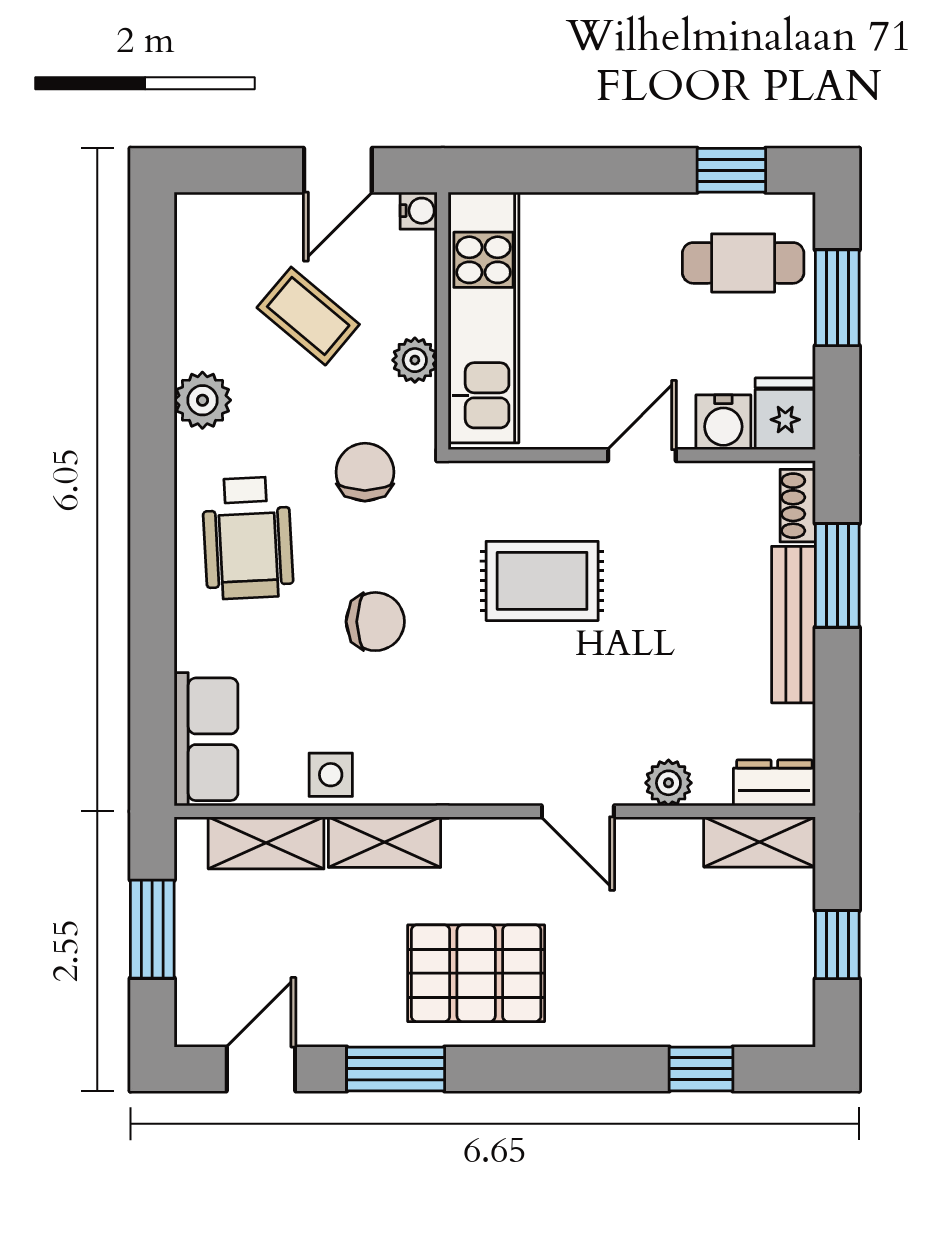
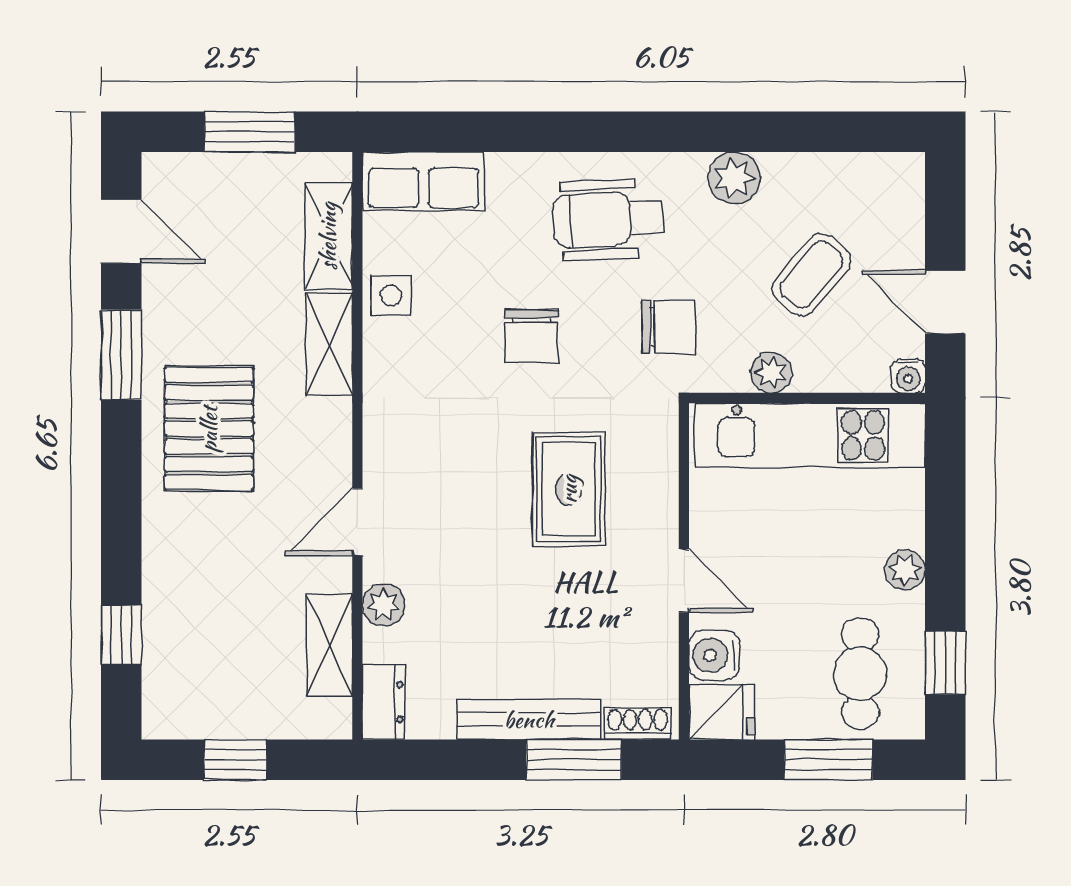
plant: (630, 214) -> (905, 570), added
shelving: (760, 842) -> (329, 646), moved

